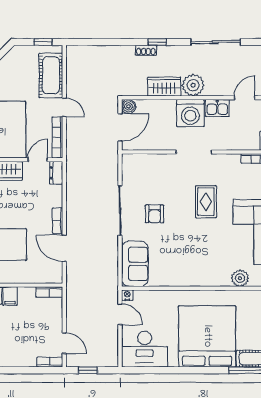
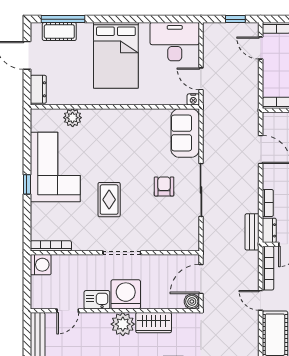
bench: (72, 171) -> (252, 232), added
bookcase: (58, 221) -> (268, 203), moved
bed: (207, 336) -> (116, 55), width x0.73

